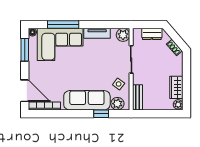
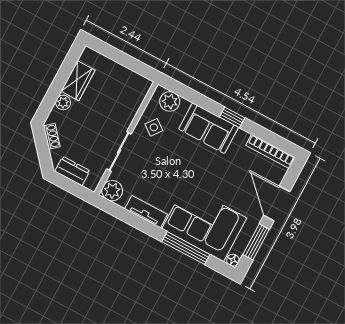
door: (25, 91) -> (277, 204), moved
bench: (137, 97) -> (138, 95), removed
sofa: (87, 100) -> (209, 128), width x0.73
plant: (178, 104) -> (63, 102), moved
window: (101, 114) -> (232, 117), moved

